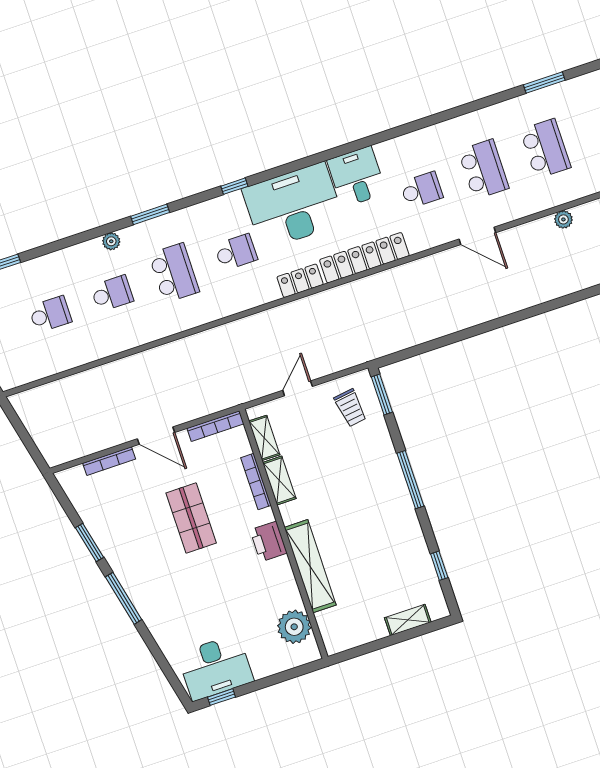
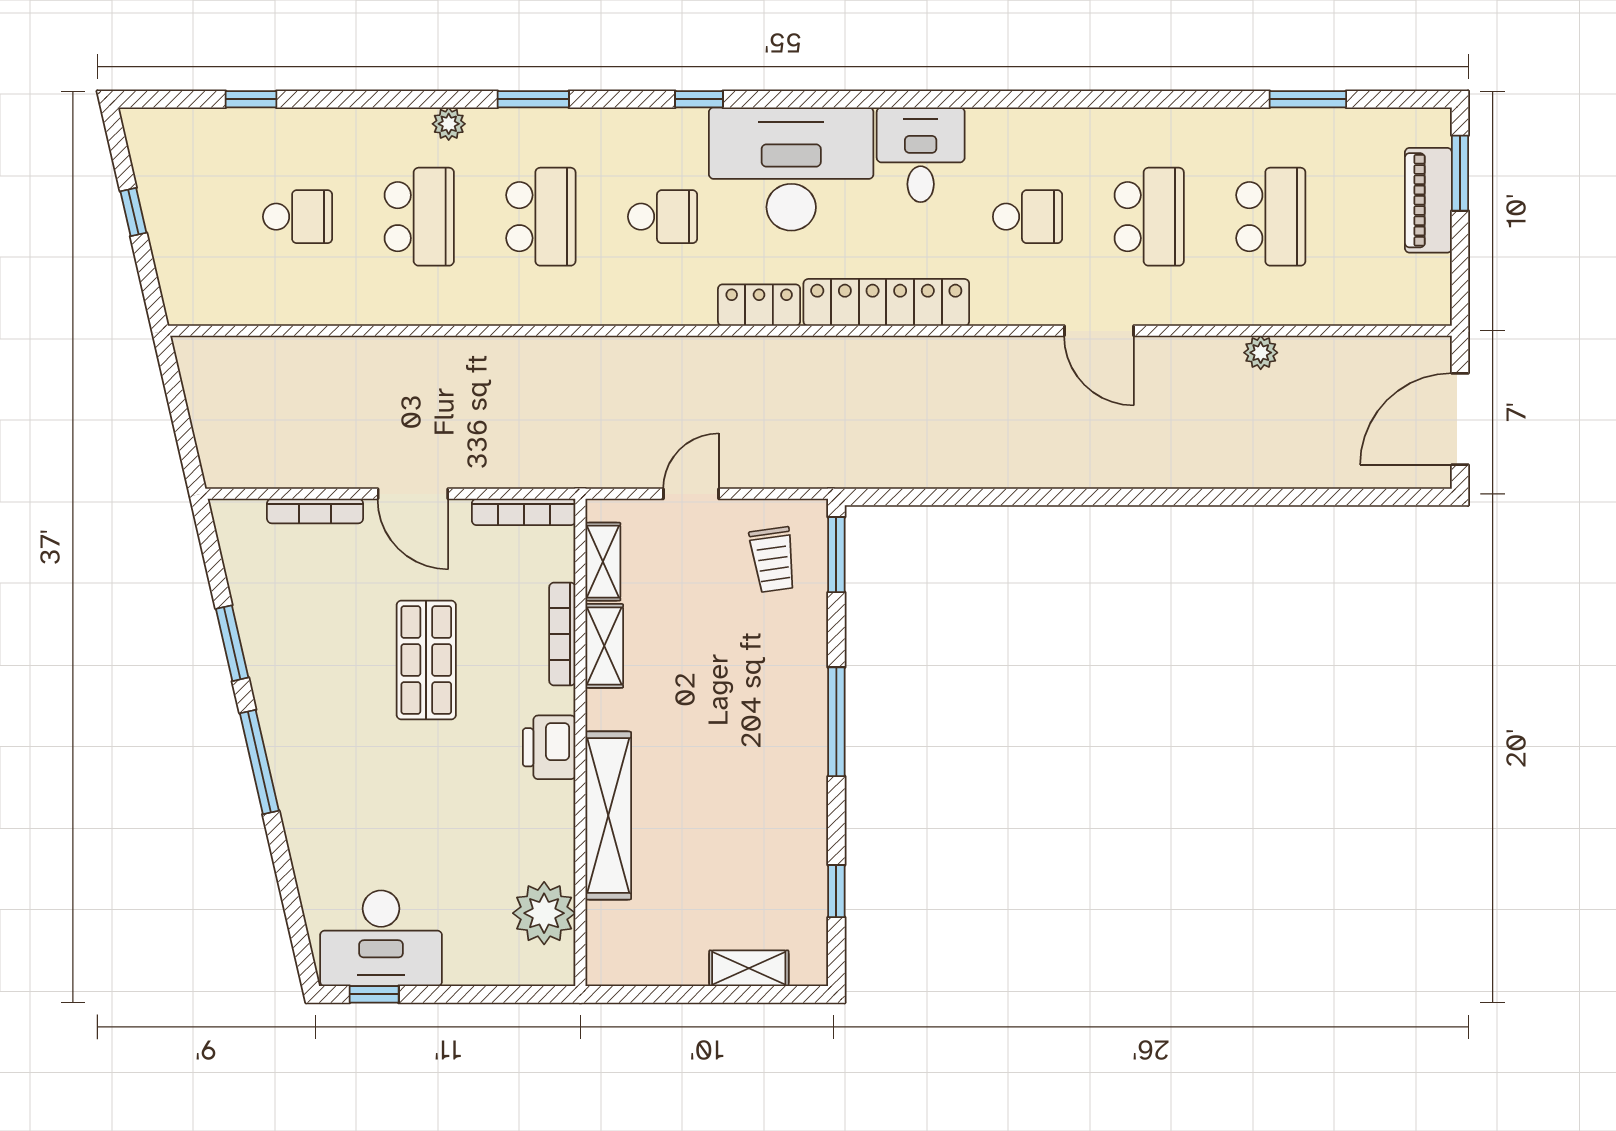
school desk: (112, 294) -> (419, 217), width x1.85

